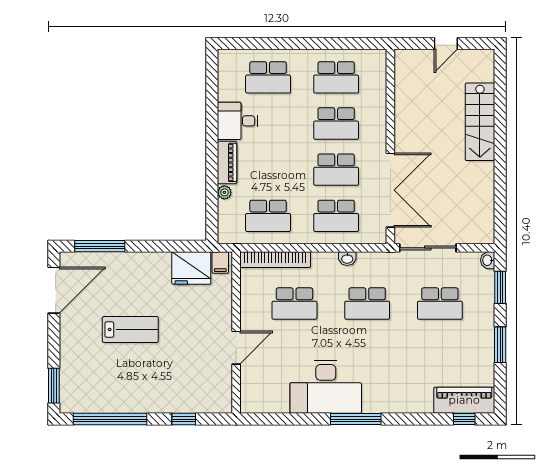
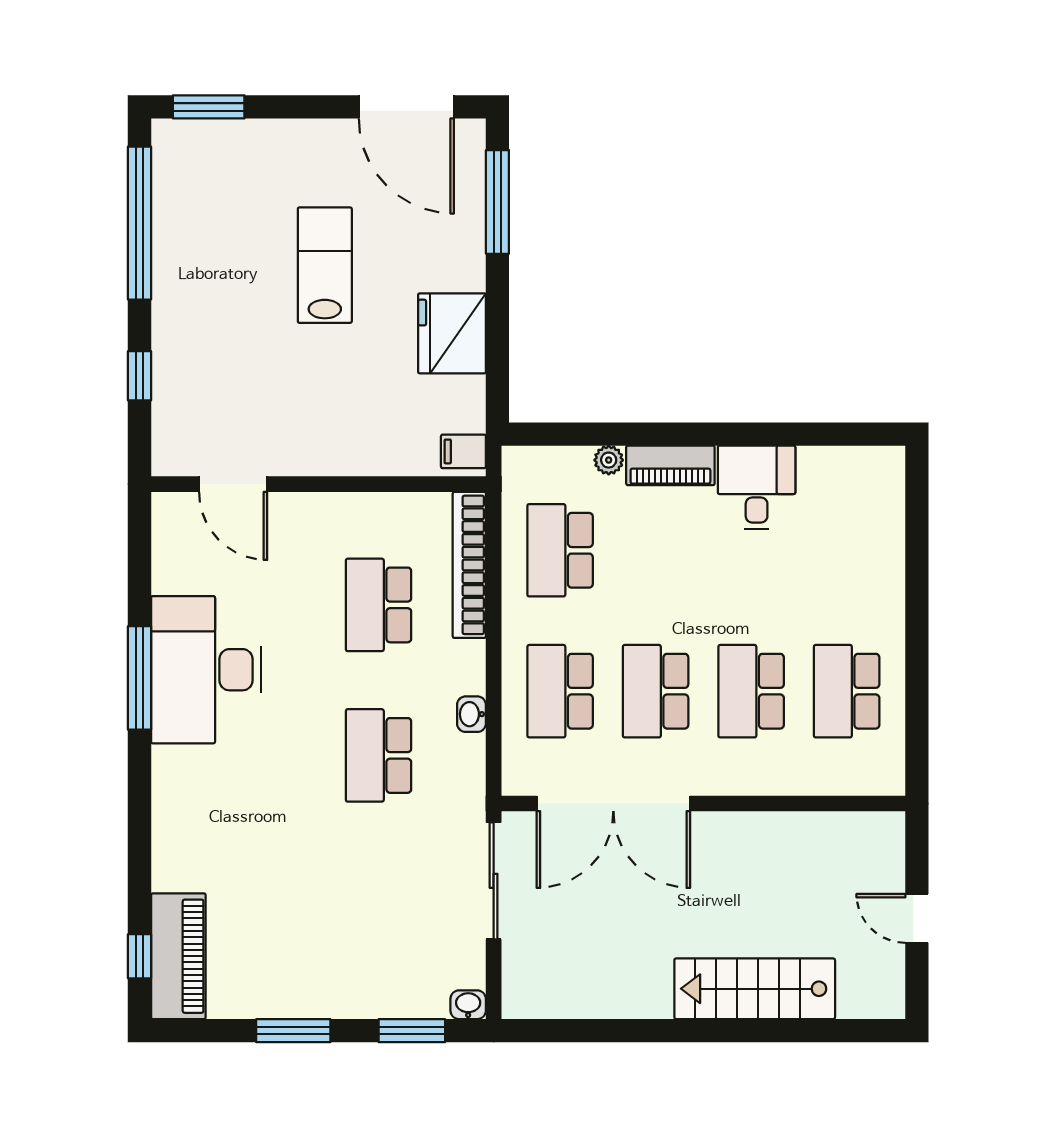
school desk: (268, 77) -> (847, 550), removed
fridge: (191, 268) -> (452, 333), moved
school desk: (440, 304) -> (379, 906), removed
lab bench: (130, 330) -> (325, 265), turned 180
door: (236, 348) -> (233, 484), moved
window: (356, 419) -> (139, 678), moved

